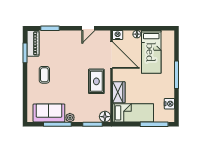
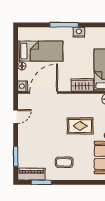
door: (88, 28) -> (16, 117), hinge flipped
rug: (96, 81) -> (80, 126), moved
nightstand: (169, 104) -> (79, 32), moved

